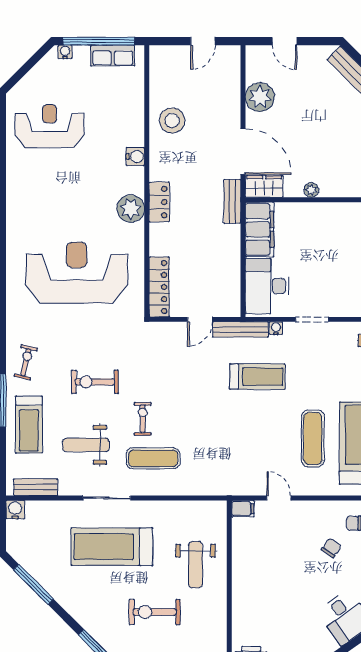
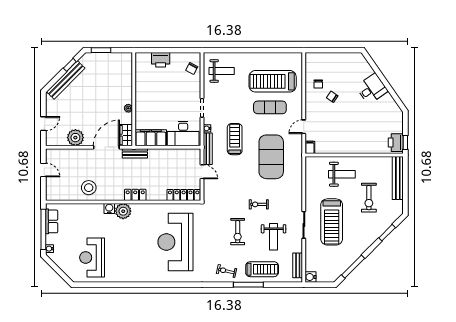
plant: (131, 209) -> (123, 211), moved
exercise mat: (153, 458) -> (271, 157), moved, width x2.00, depth x1.45

